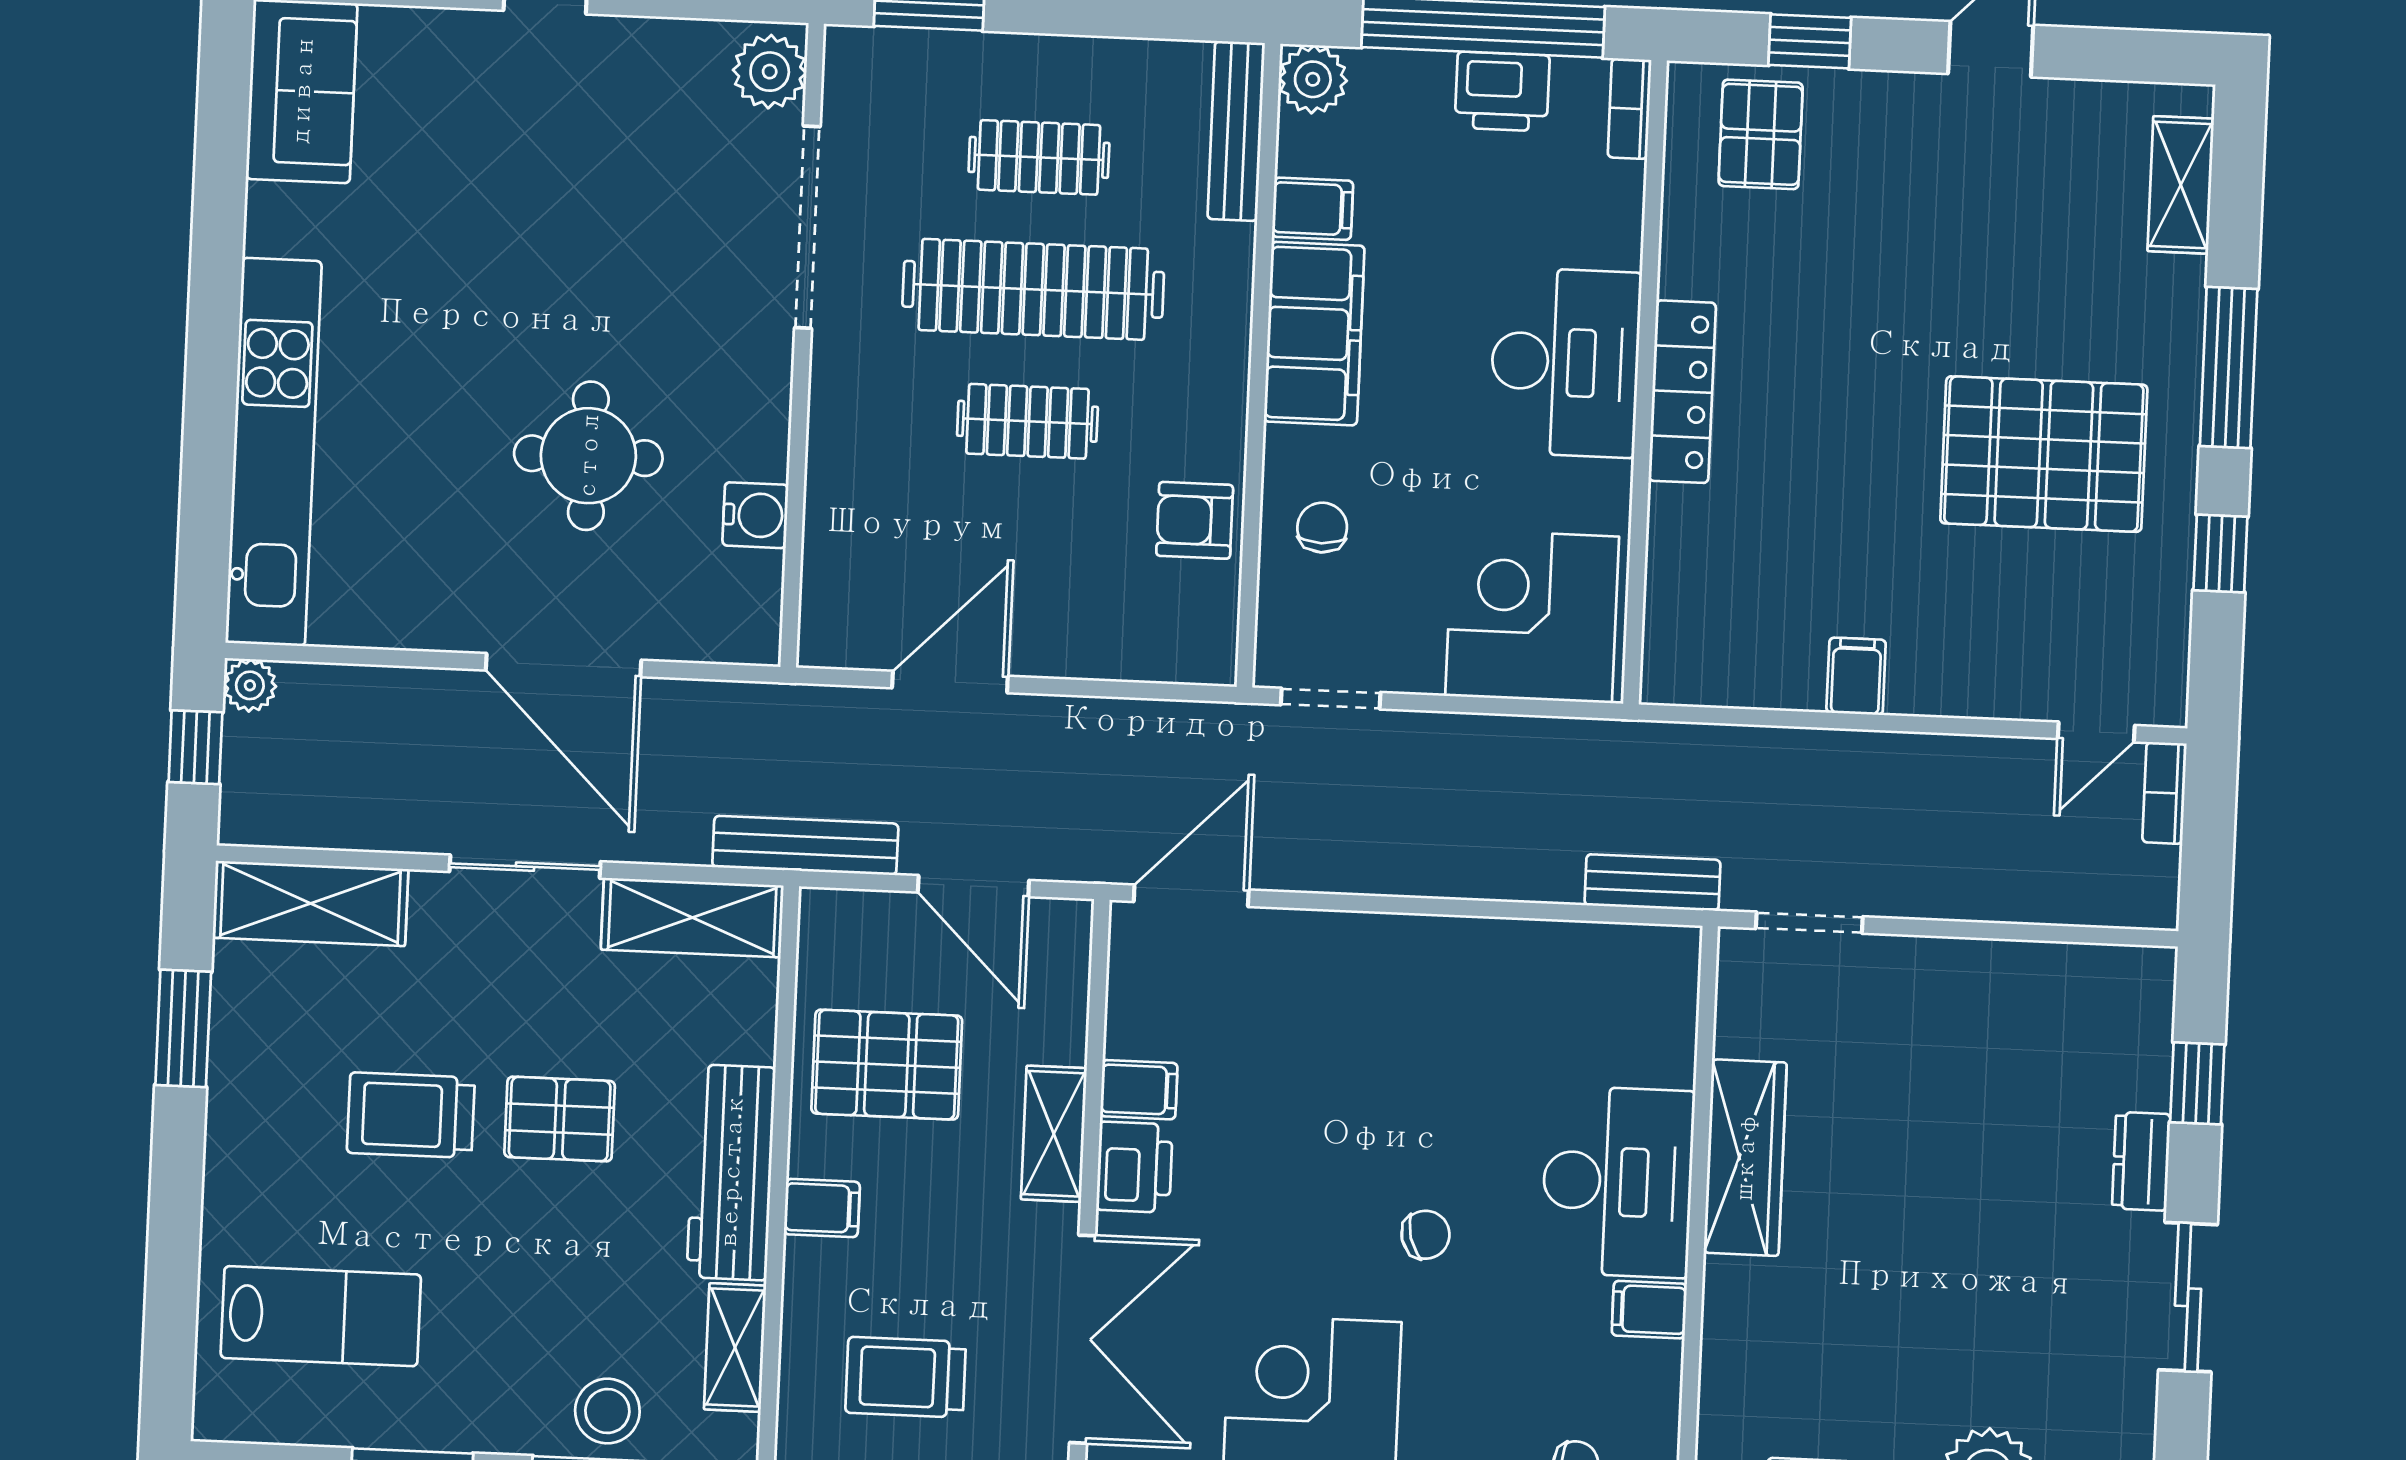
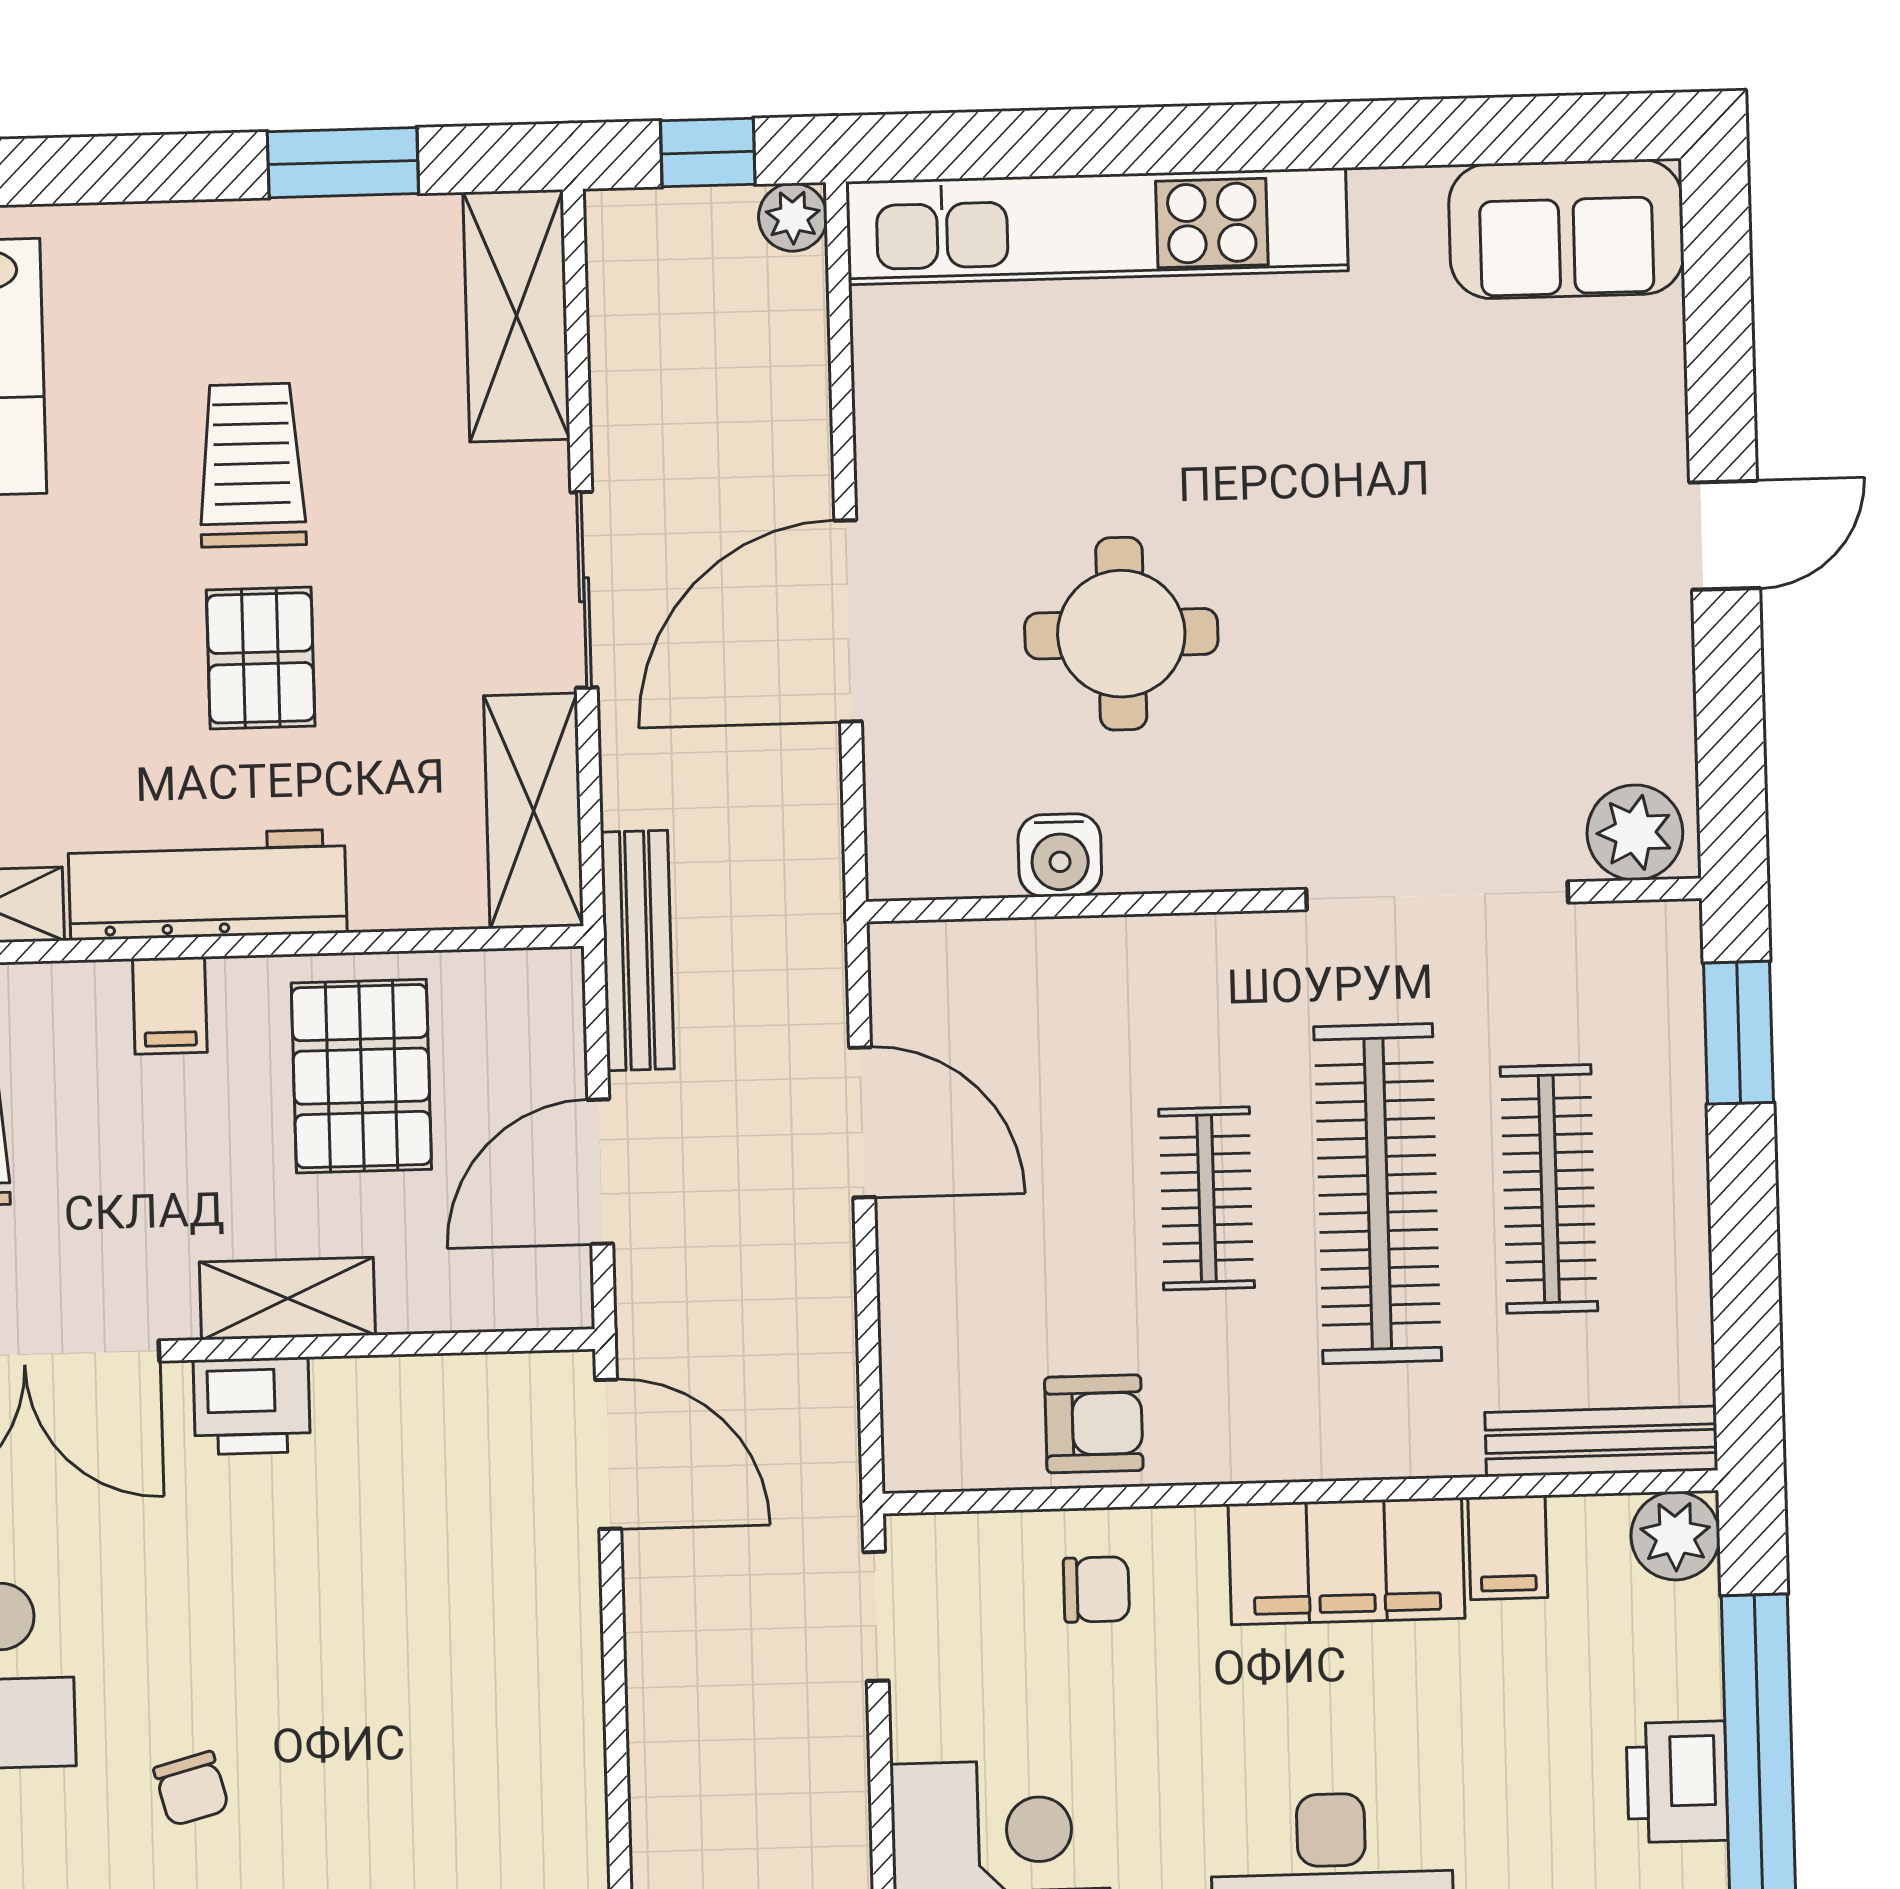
clothes rail: (1039, 157) -> (1549, 1189), width x1.36
armchair: (1195, 520) -> (1094, 1424), turned 90
filing cabinet: (1139, 1090) -> (352, 1404), removed

